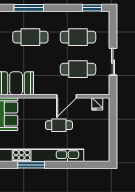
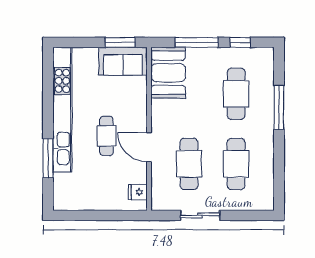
window: (29, 8) -> (279, 107), moved
window: (92, 8) -> (279, 184), removed
window: (31, 165) -> (48, 158), moved

